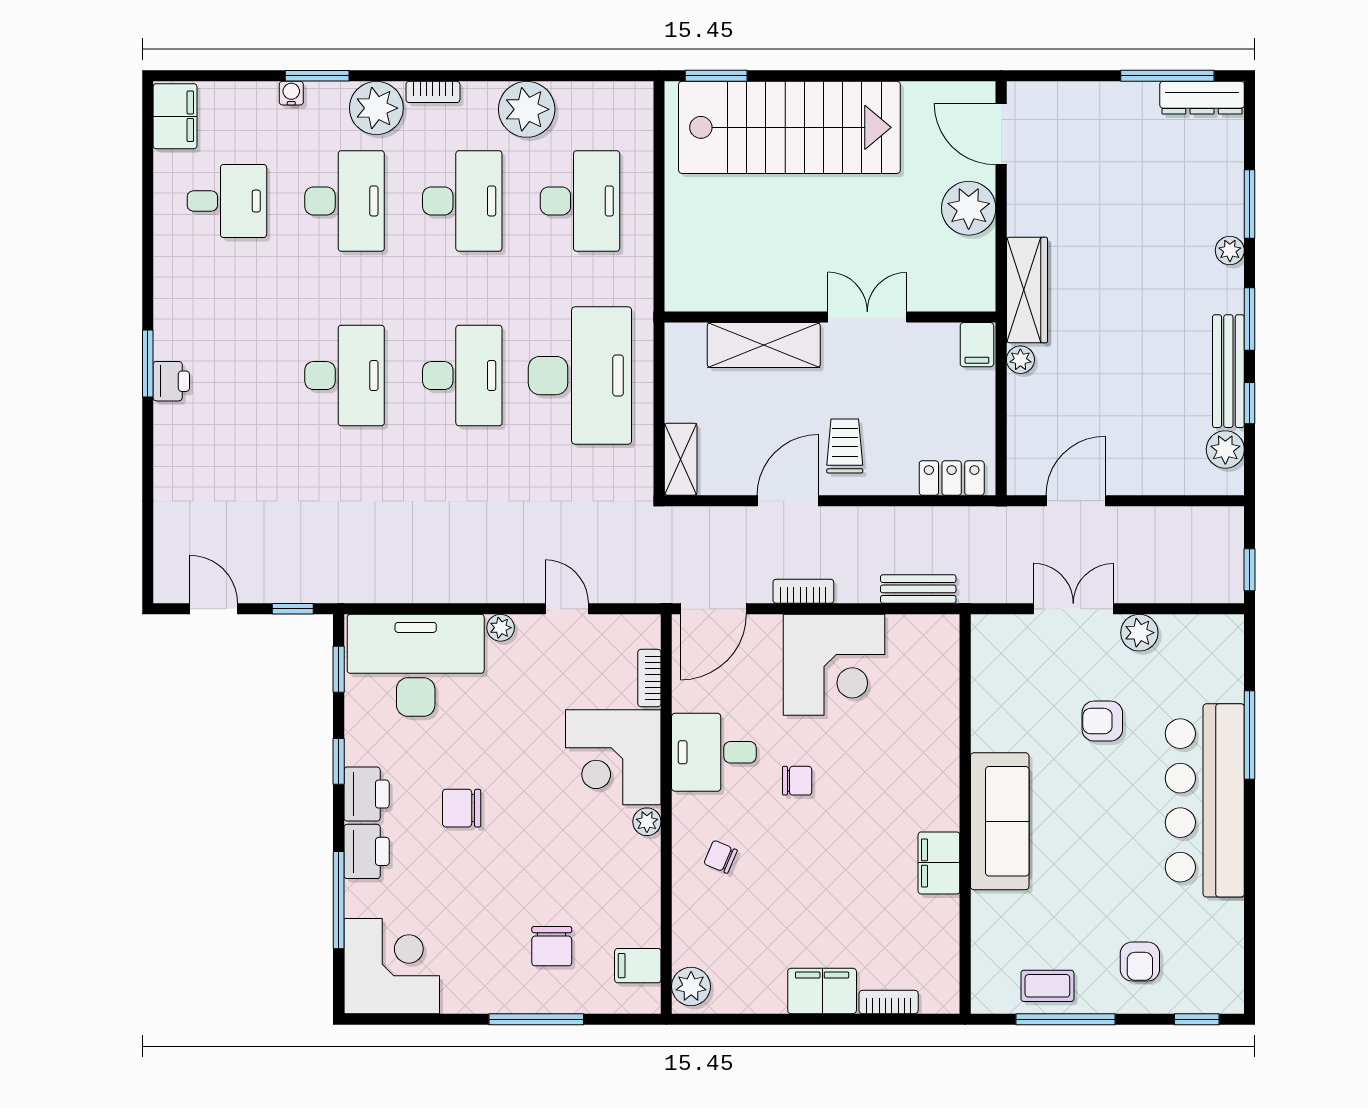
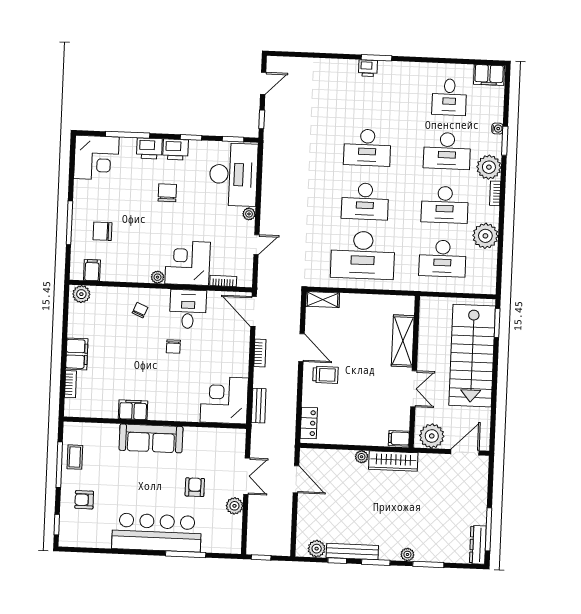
wall: (830, 317) -> (414, 372), moved
double door: (867, 317) -> (414, 389), moved
shelving: (764, 345) -> (403, 341), moved
filing cabinet: (977, 345) -> (399, 438), moved
corner desk: (834, 665) -> (224, 400), moved, turned 90

